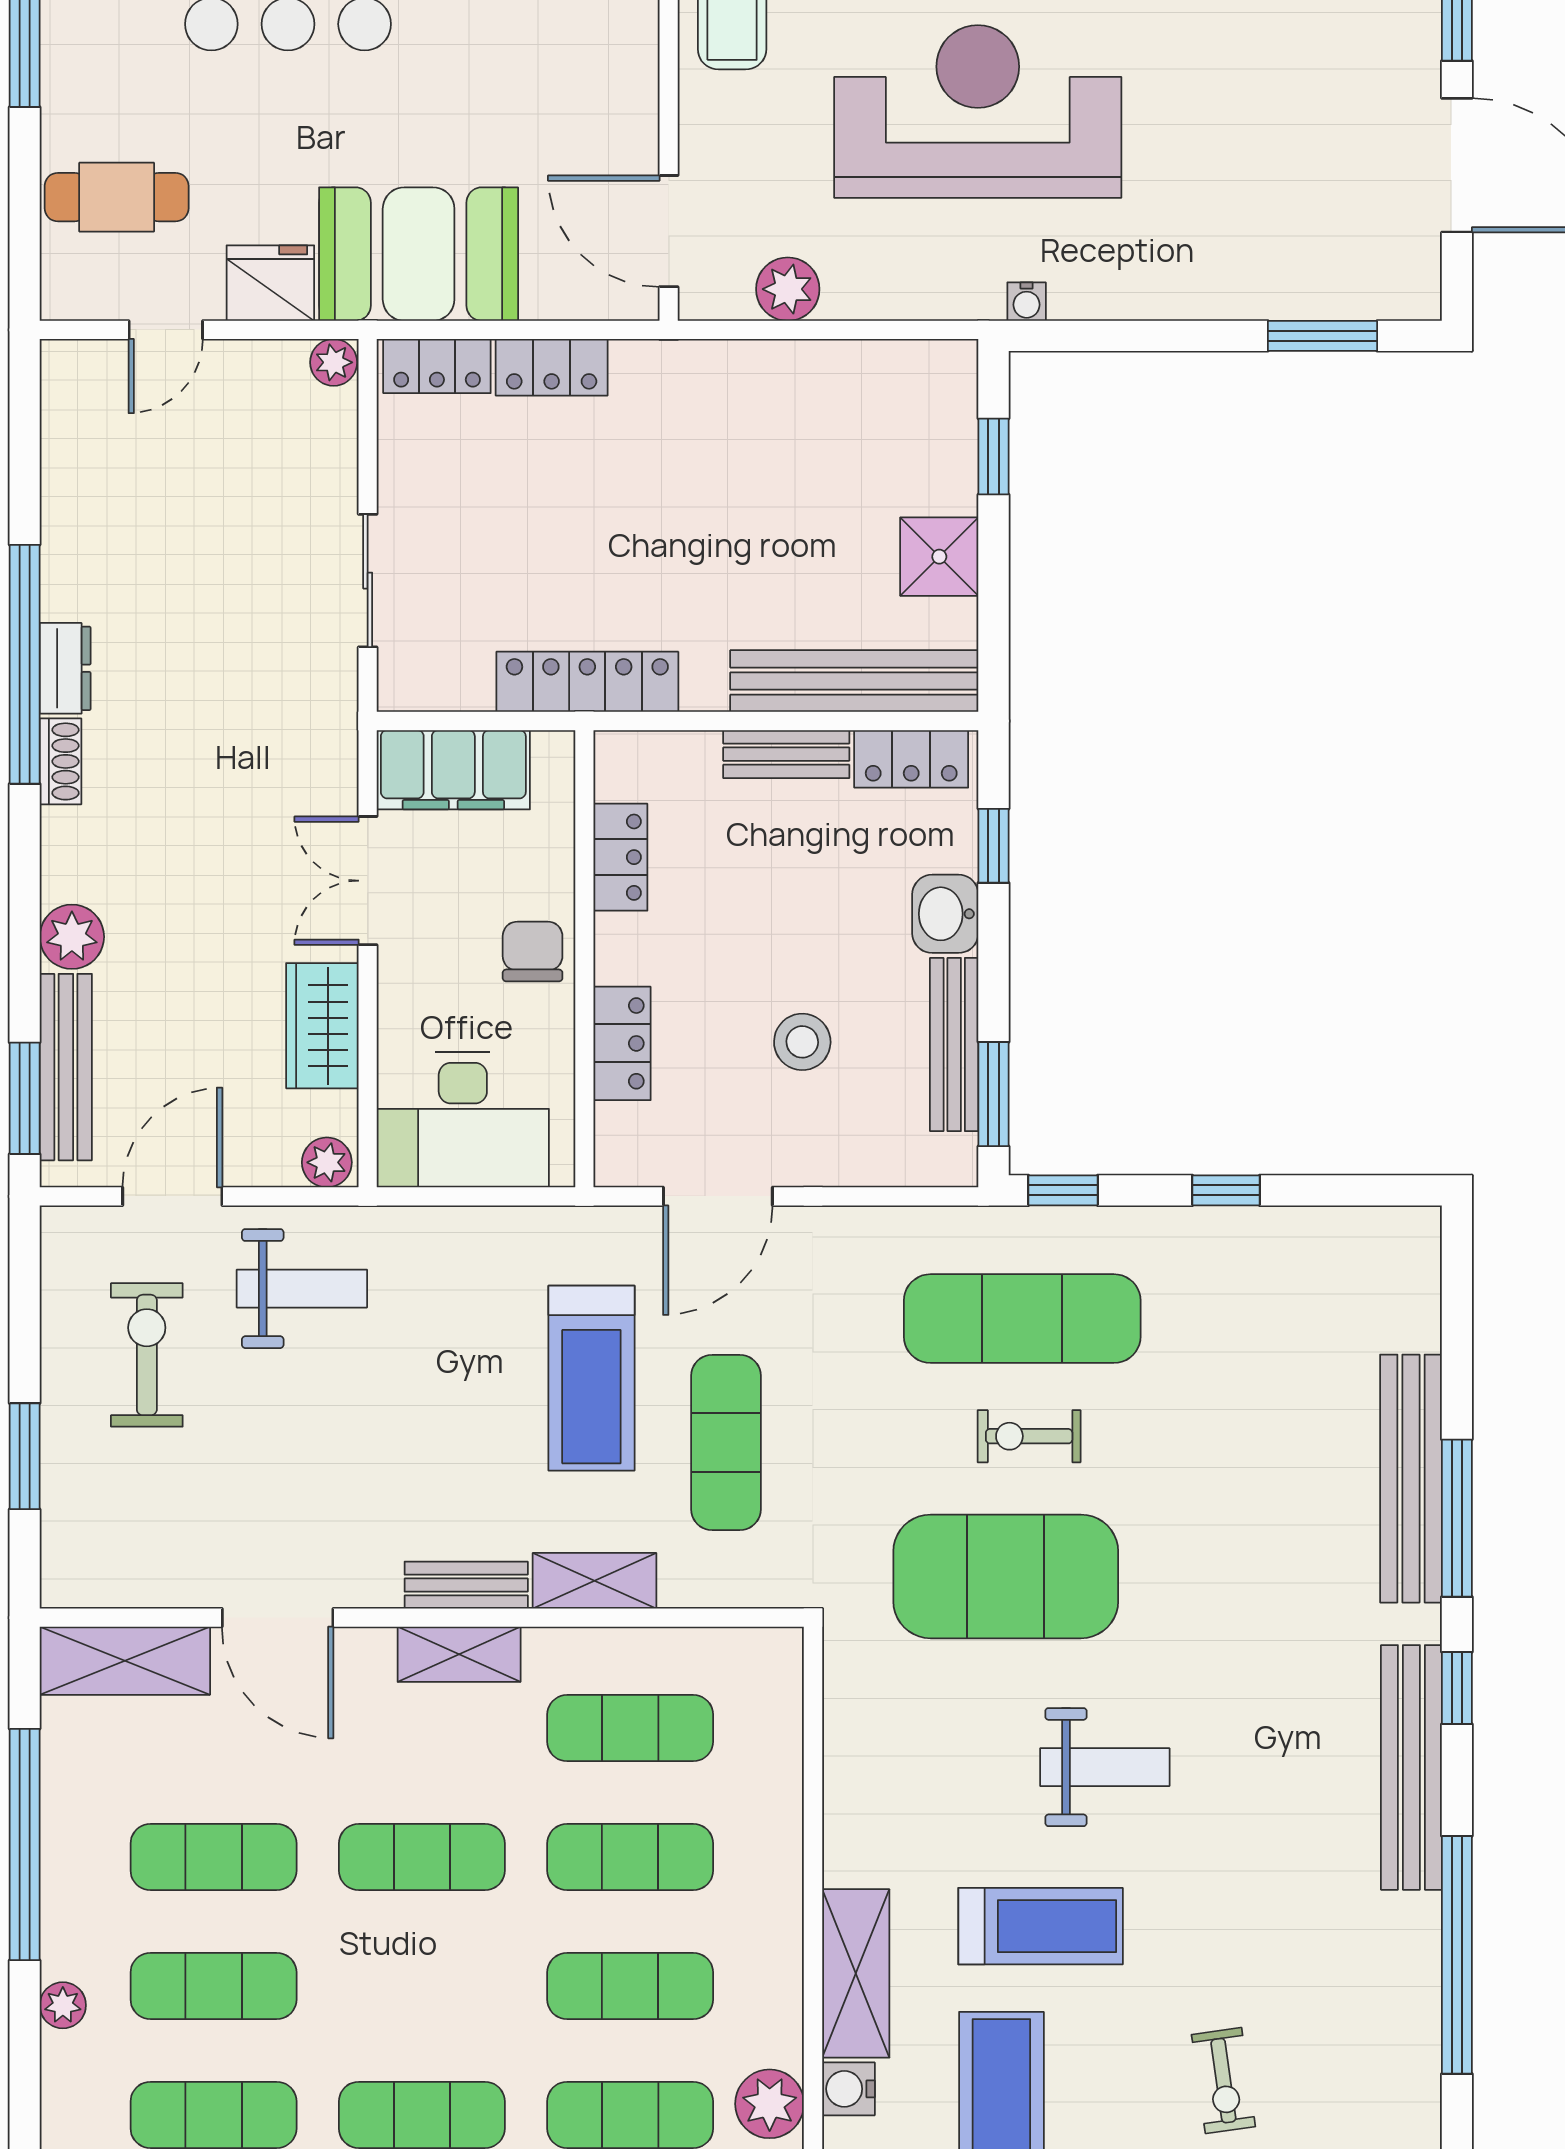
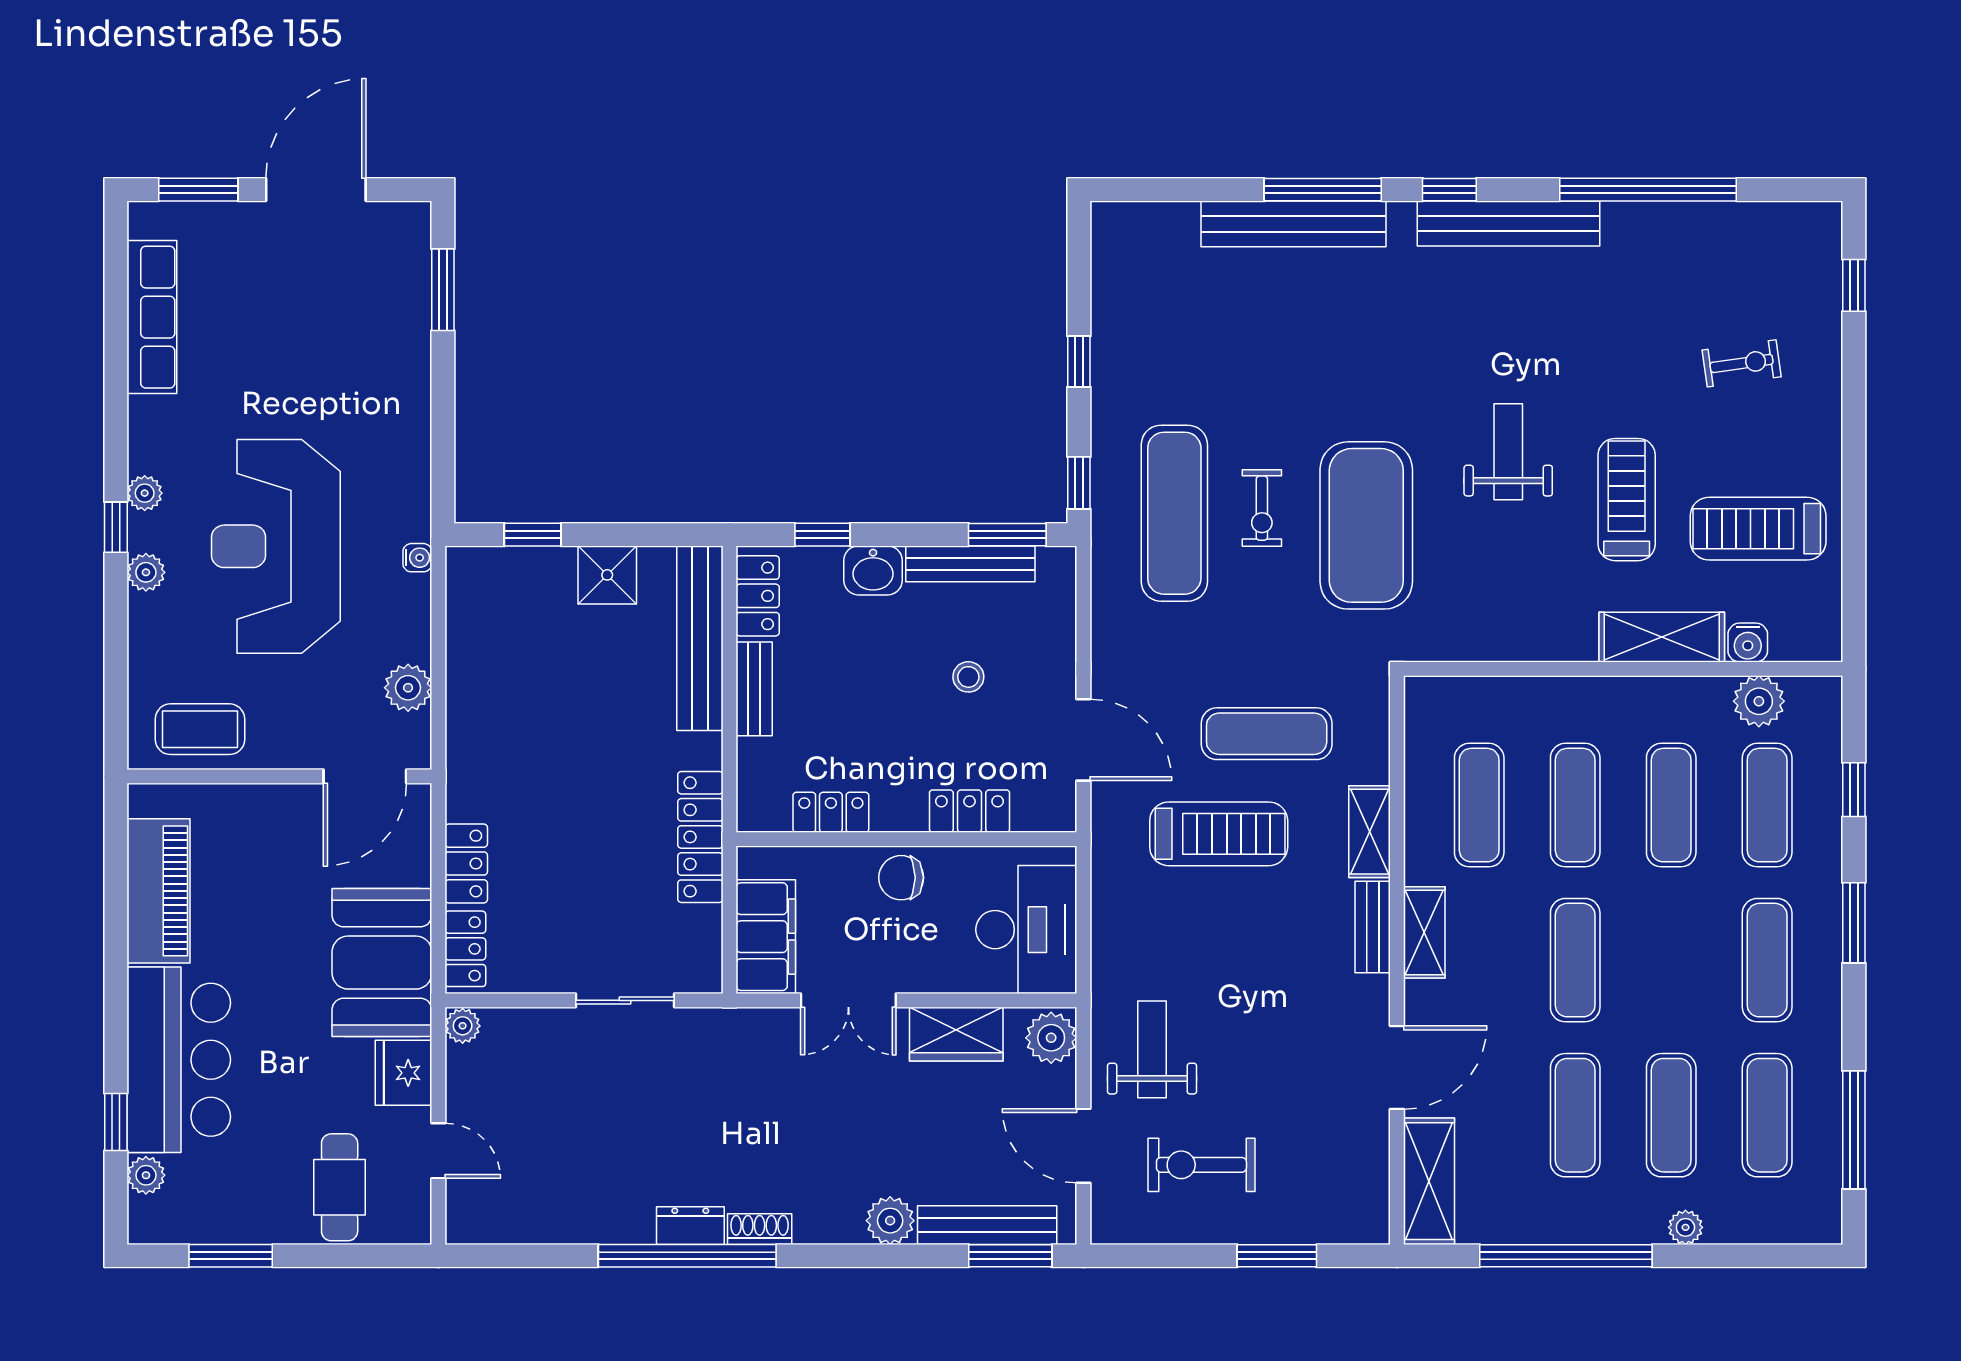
water cooler: (1027, 302) -> (417, 558), moved
stool: (802, 1042) -> (968, 677), width x0.73, depth x0.73
plant: (327, 1162) -> (1051, 1038), width x1.38, depth x1.38

